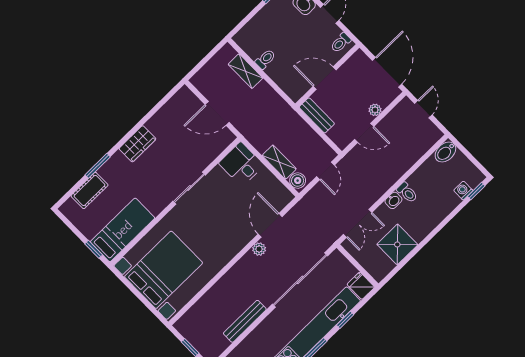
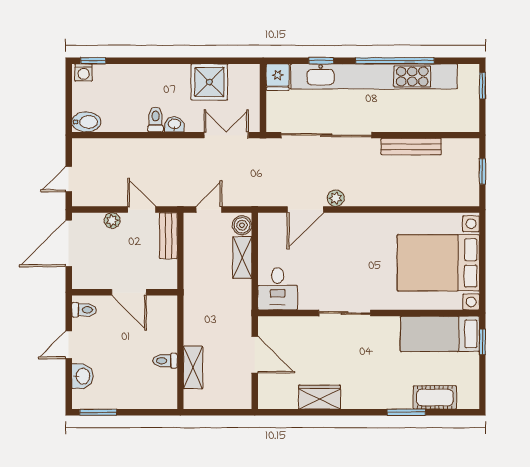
bench: (317, 115) -> (168, 236), moved
wardrobe: (137, 144) -> (320, 397), moved
washing machine: (463, 190) -> (84, 72), moved

